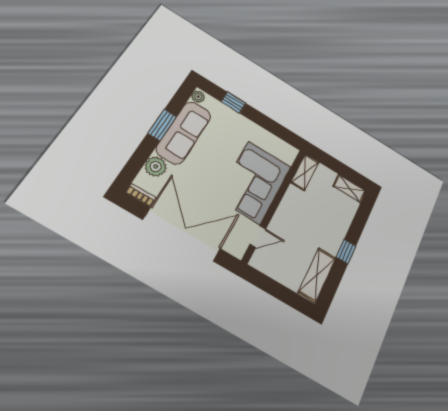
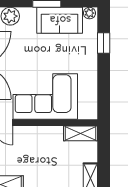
sofa: (184, 132) -> (60, 20), width x0.73

